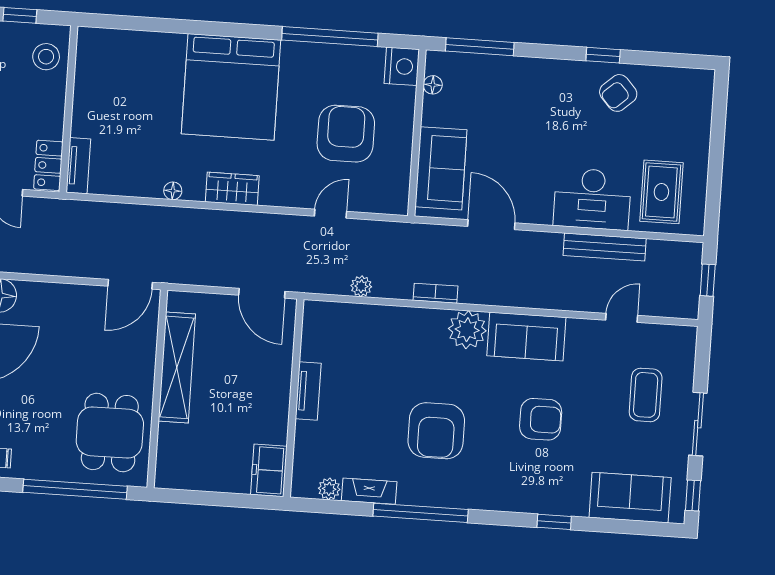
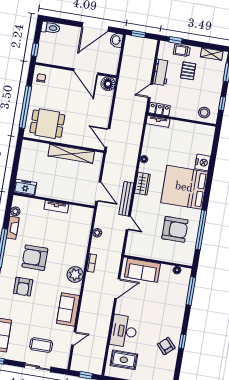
nightstand: (402, 66) -> (203, 162), moved, turned -90
armchair: (346, 134) -> (175, 229), moved
bench: (605, 247) -> (126, 199), moved
door: (262, 293) -> (98, 192), swing flipped
door: (622, 318) -> (74, 338), hinge flipped
sofa: (526, 337) -> (68, 309), moved
armchair: (541, 419) -> (23, 287), moved
sliding door: (698, 424) -> (38, 367), moved

